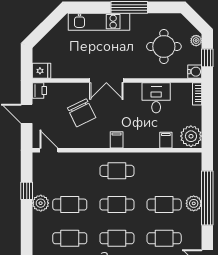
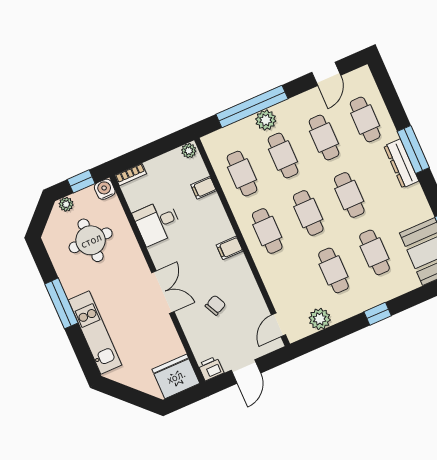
fridge: (41, 71) -> (176, 376), width x1.88, depth x1.34
chair: (82, 113) -> (215, 305), width x0.54, depth x0.54
plant: (191, 136) -> (189, 151), width x0.53, depth x0.53
cafe table: (164, 171) -> (242, 174), added
window: (27, 191) -> (378, 314), moved
plant: (41, 203) -> (320, 319), moved

